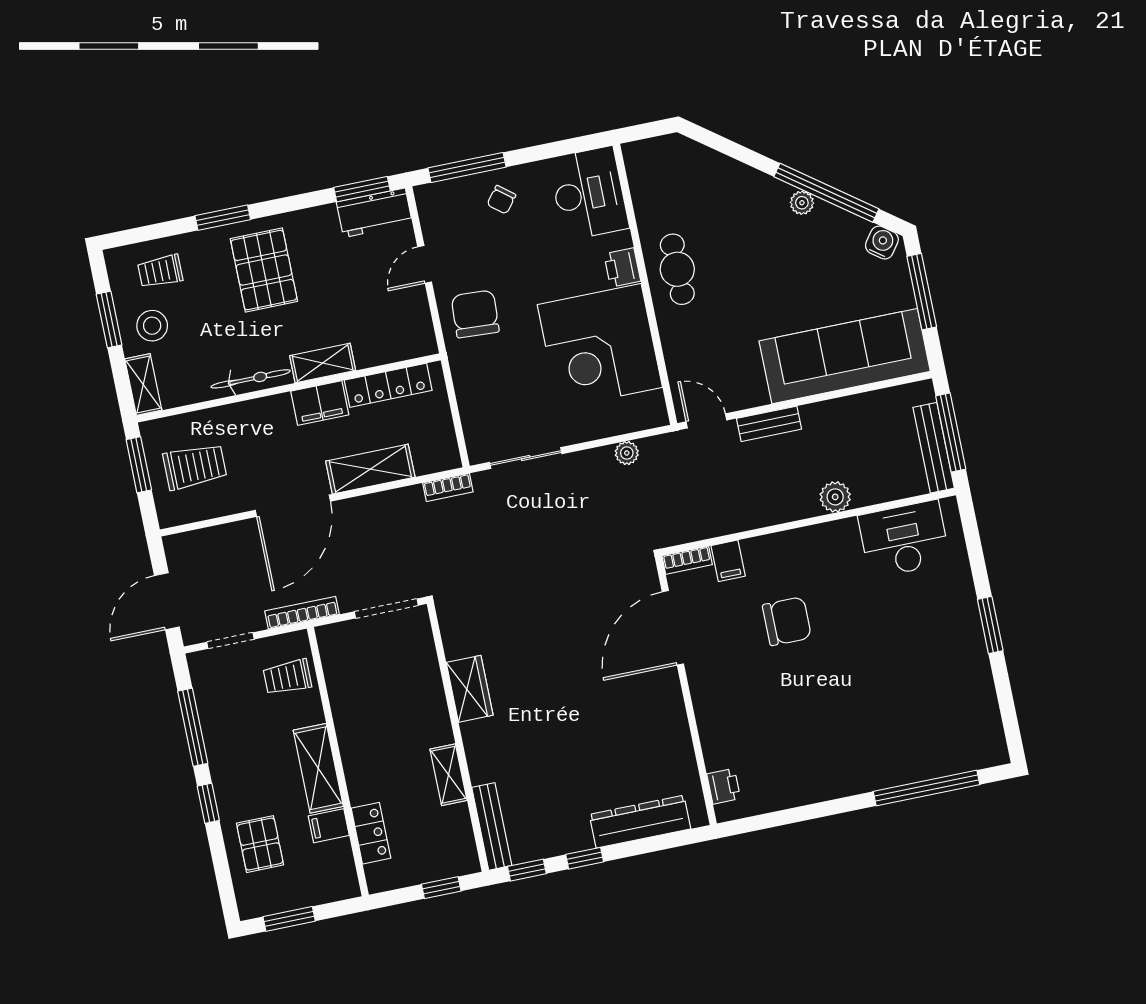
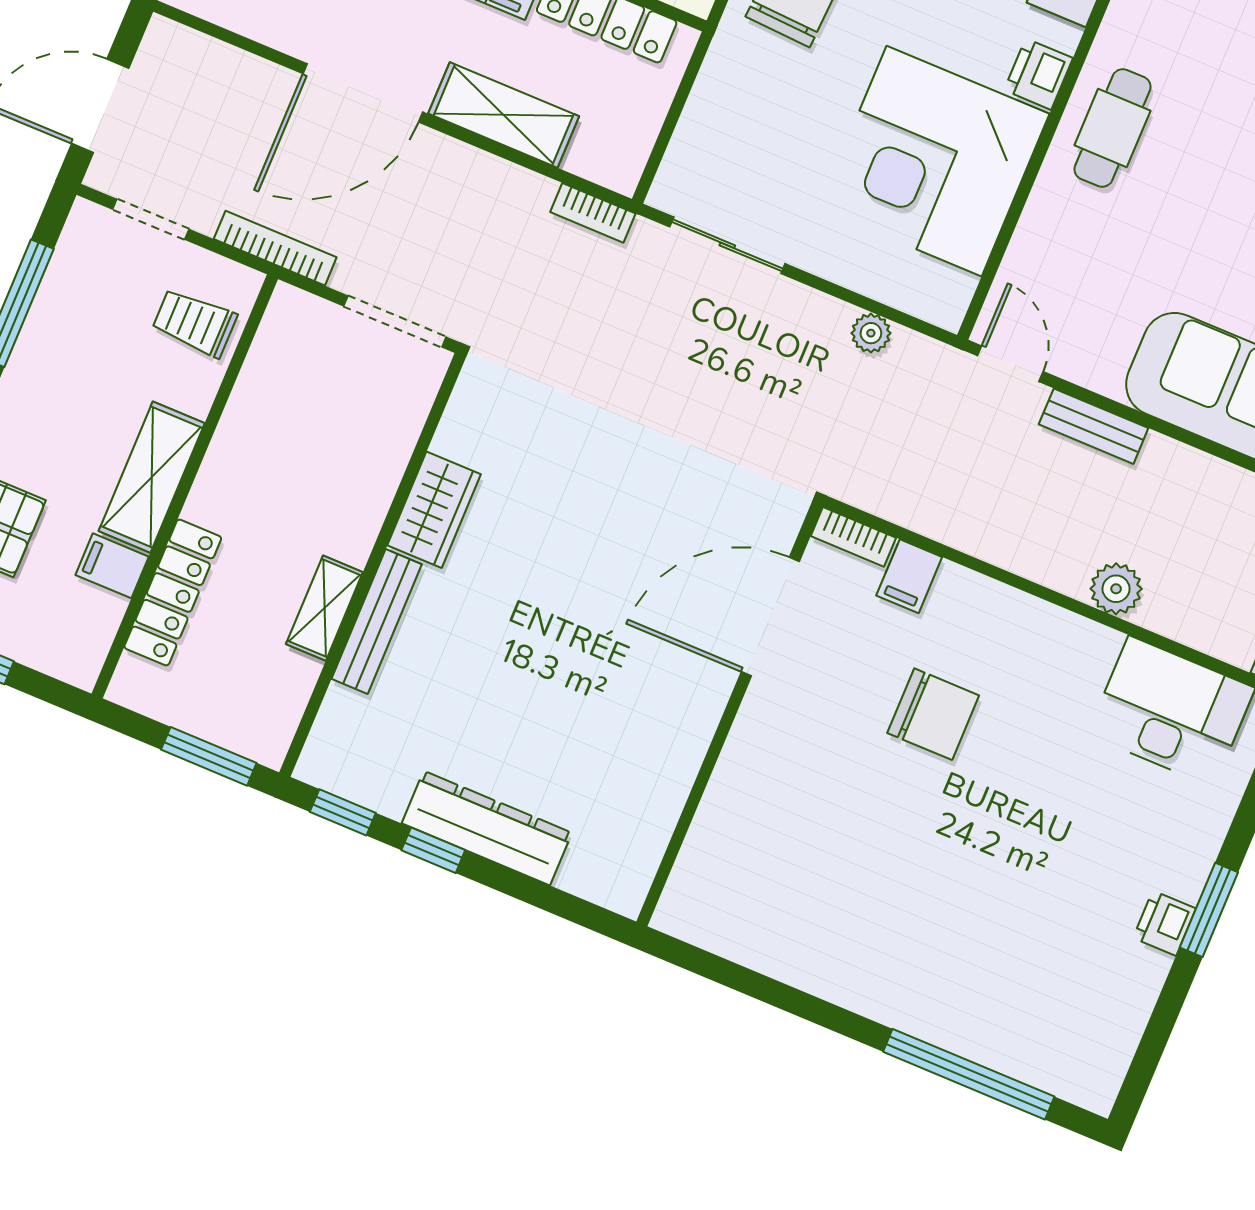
printer: (724, 786) -> (1164, 923), moved, turned 180
dresser: (640, 822) -> (487, 828), moved
bench: (492, 826) -> (377, 622), moved
locker: (371, 833) -> (173, 592), width x1.53
window: (441, 888) -> (209, 756), width x1.50

